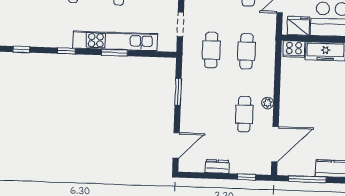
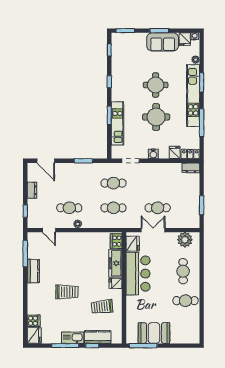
kitchen unit: (115, 41) -> (117, 123), width x0.73
door: (275, 144) -> (49, 230), width x0.53

